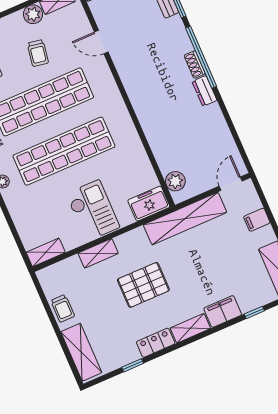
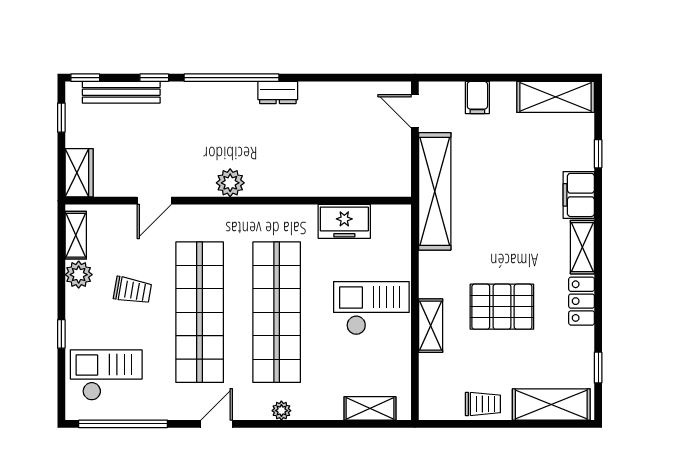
shoe rack: (195, 65) -> (237, 90), removed
plant: (175, 181) -> (230, 183), moved
freezer: (149, 204) -> (344, 221), moved, turned -90
shelving: (46, 252) -> (370, 408), moved, turned 90
pallet: (143, 285) -> (502, 307), moved, turned 90
window: (133, 365) -> (598, 368), moved

